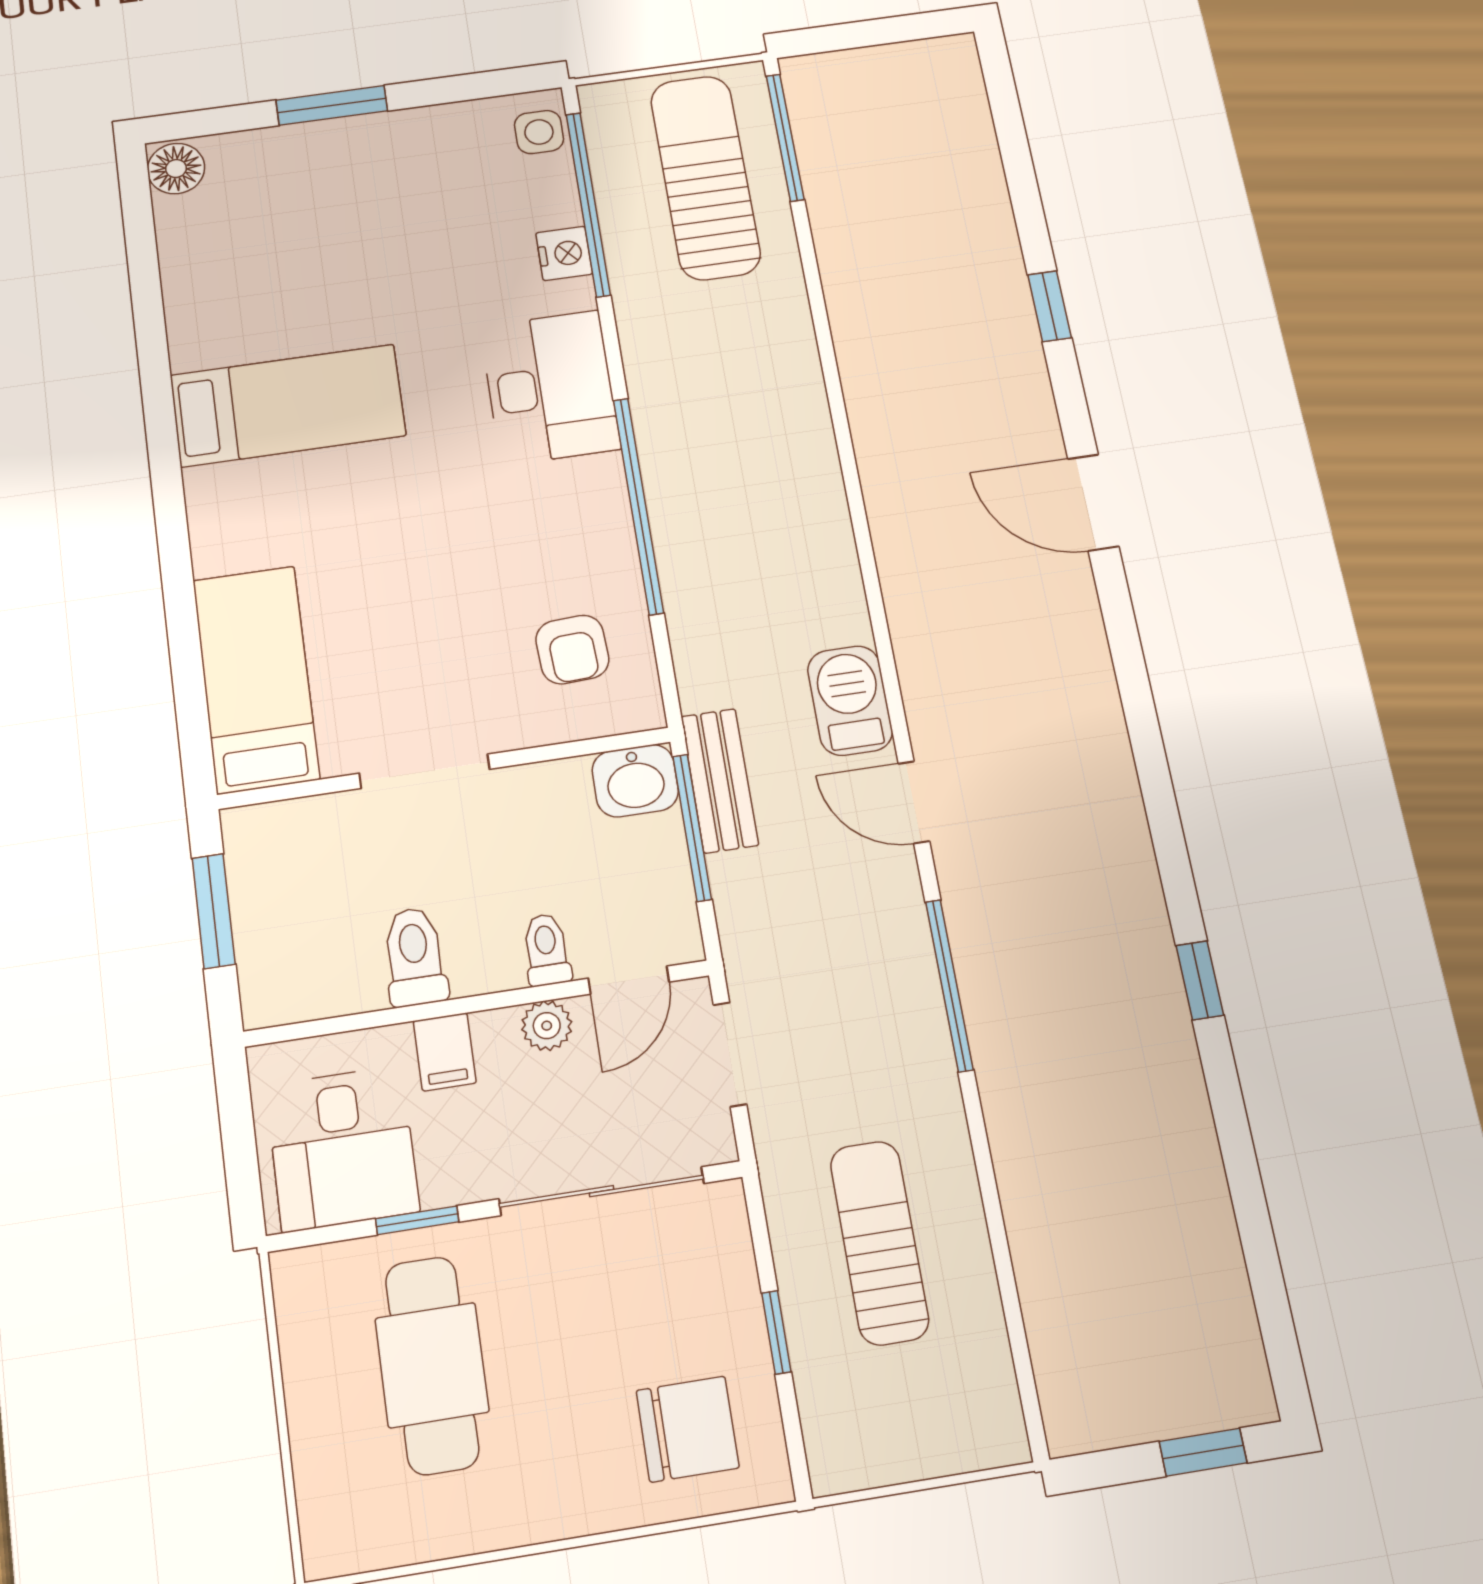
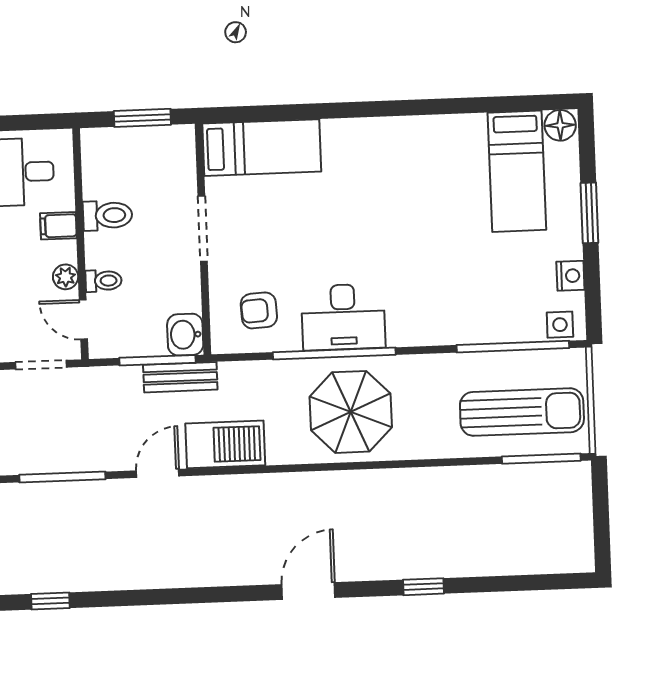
nightstand: (564, 253) -> (570, 276), moved, turned -90
desk: (550, 387) -> (343, 317), moved
bed: (288, 405) -> (517, 171), moved
parasol: (745, 465) -> (351, 412), added
barbecue: (850, 701) -> (225, 444), width x1.37, depth x1.21

